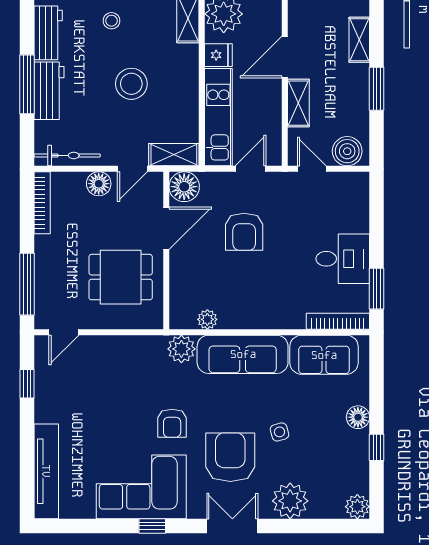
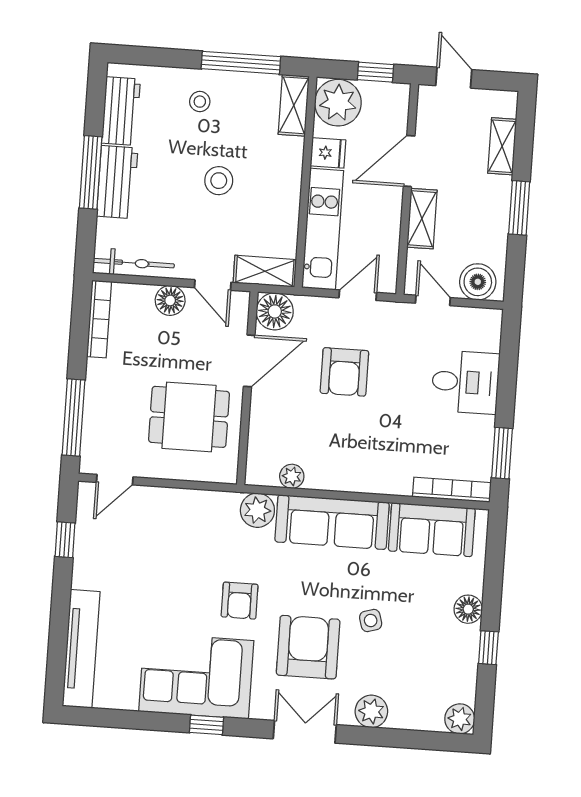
stool: (131, 84) -> (219, 181), width x0.73, depth x0.73
door: (132, 169) -> (213, 285), hinge flipped
desk: (343, 259) -> (465, 382), moved
plant: (290, 501) -> (371, 711), width x0.73, depth x0.73

